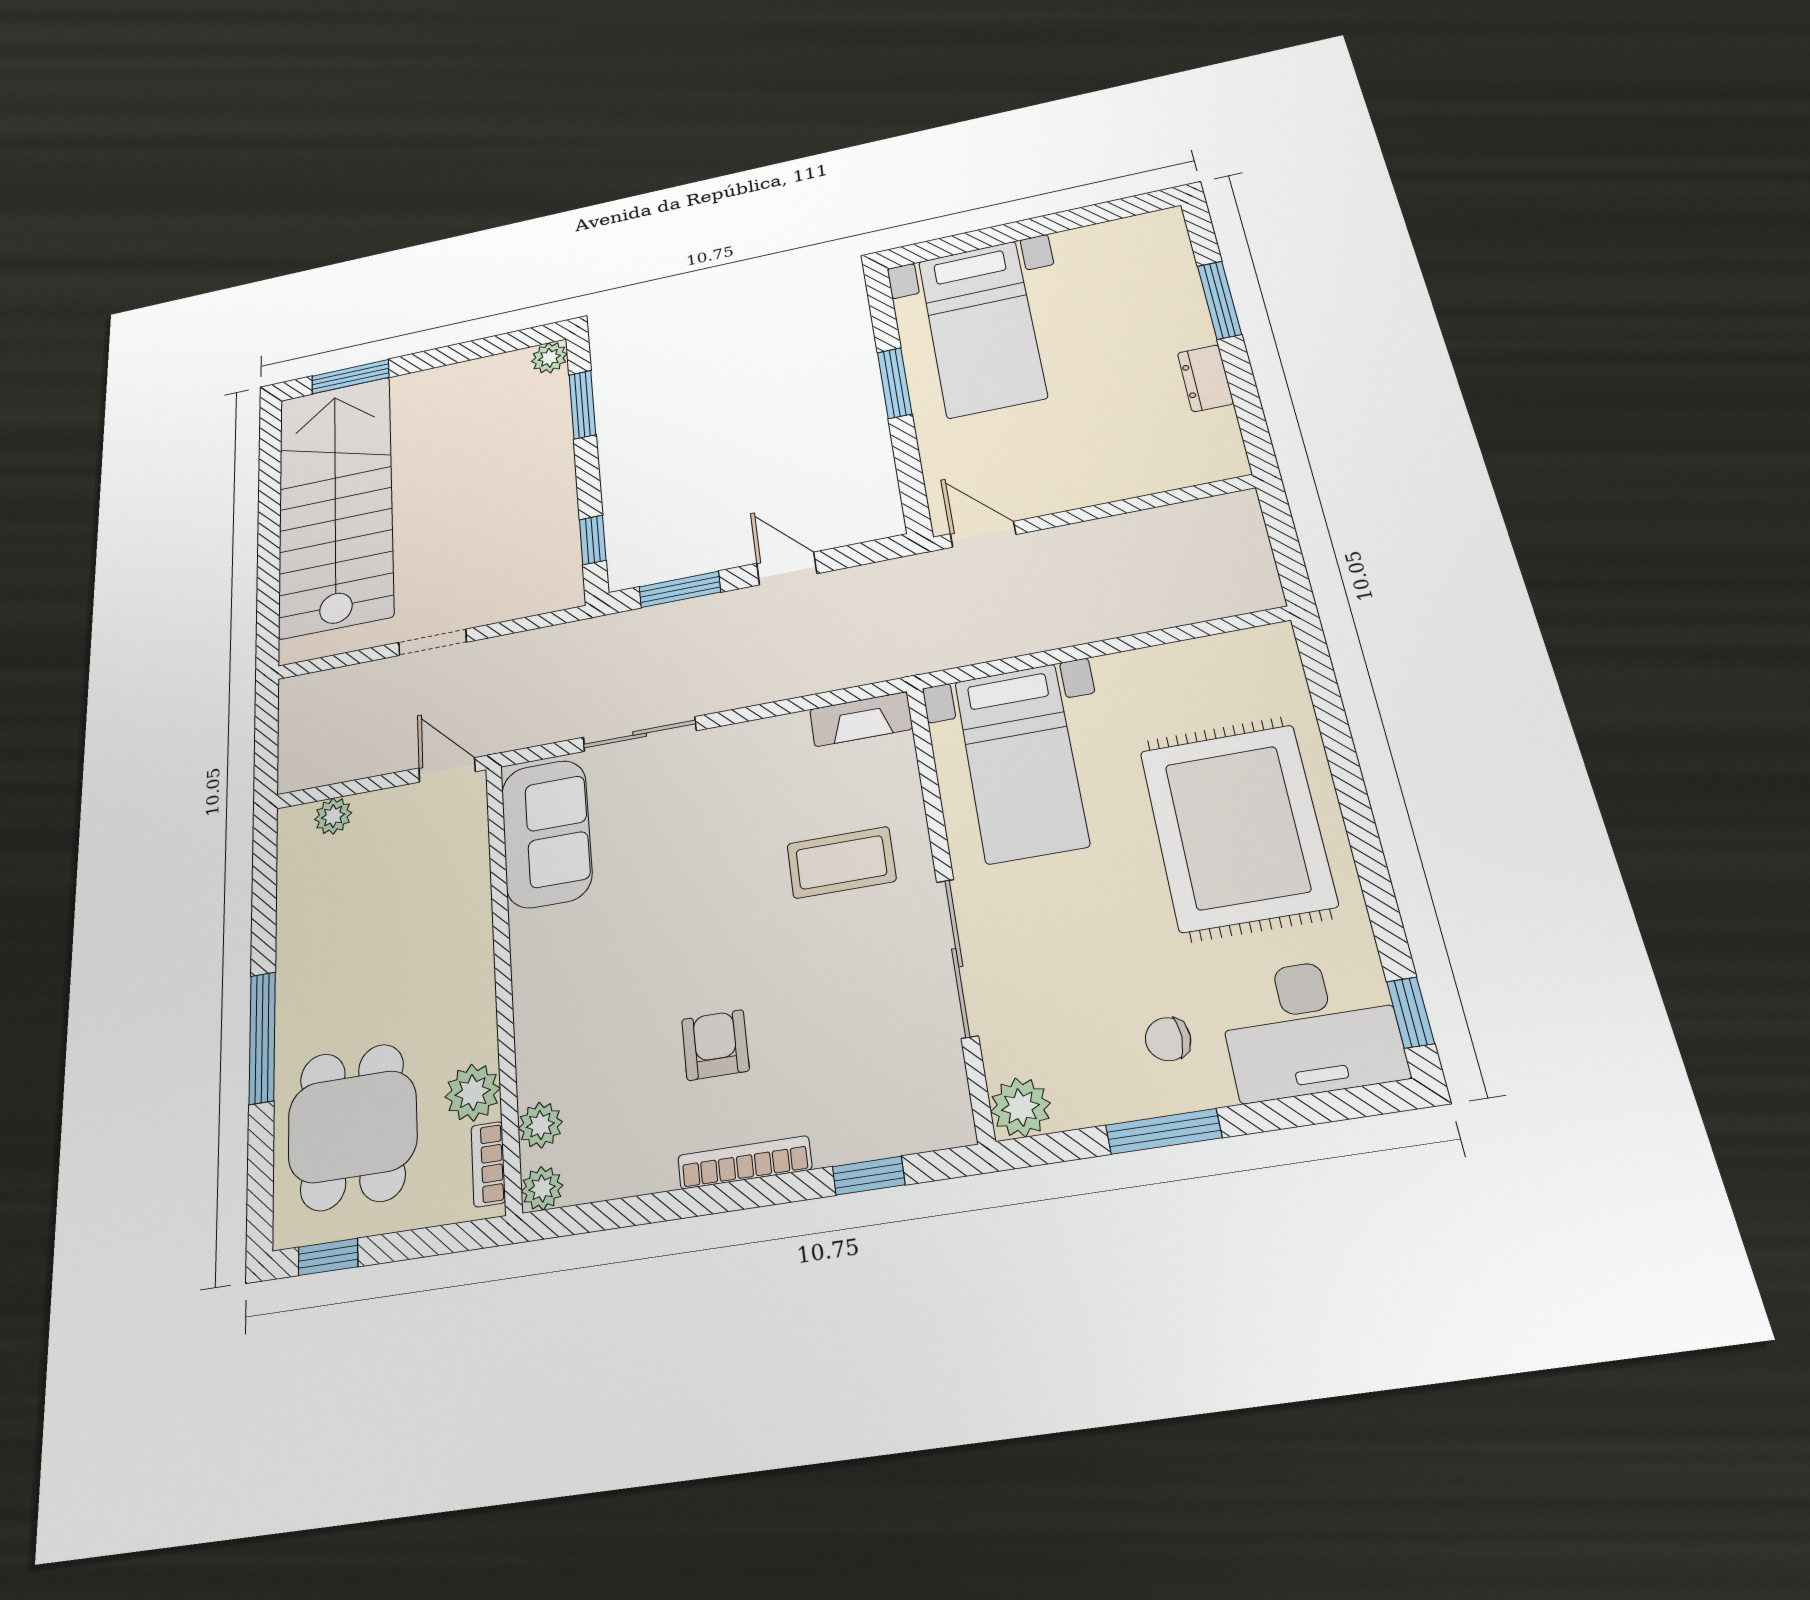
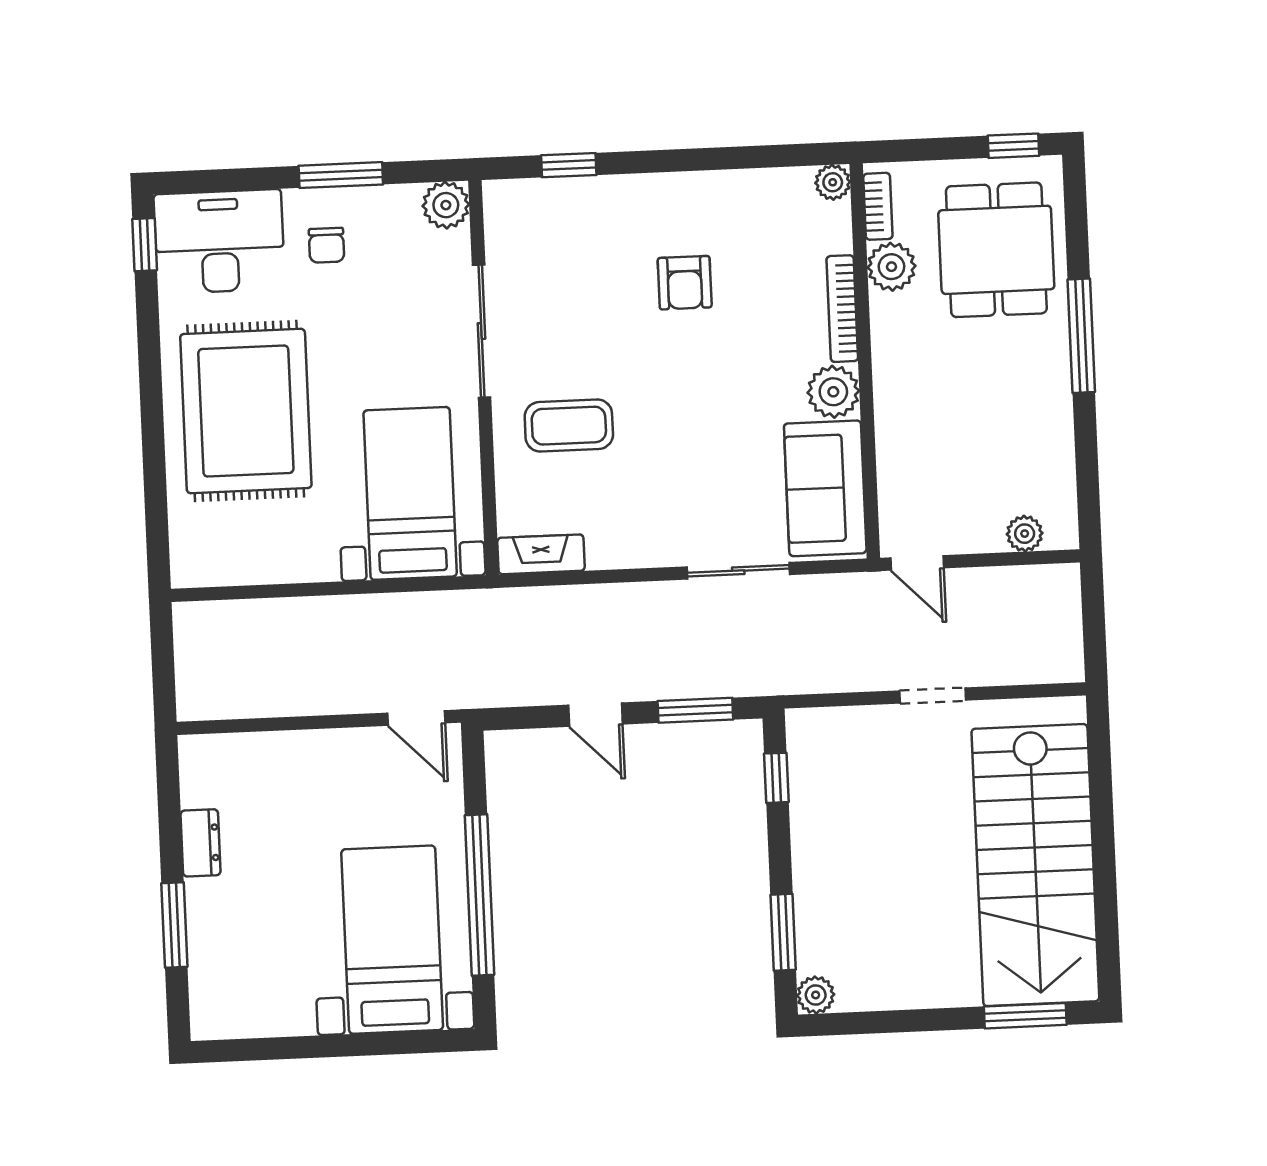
window: (895, 383) -> (479, 895), width x2.11
chair: (1168, 1039) -> (327, 245), turned 90
plant: (540, 1125) -> (833, 392), moved, width x1.38, depth x1.38
bookcase: (745, 1162) -> (842, 309), moved, turned 90

